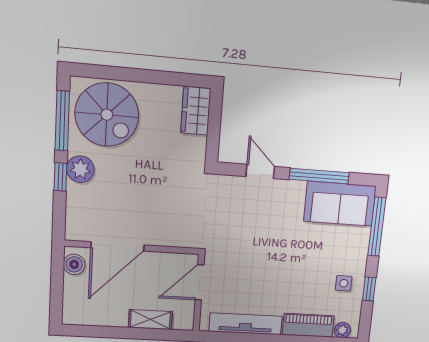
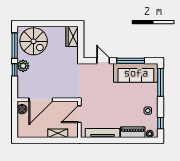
sofa: (340, 204) -> (136, 73), width x1.36
window: (369, 289) -> (161, 123), moved

